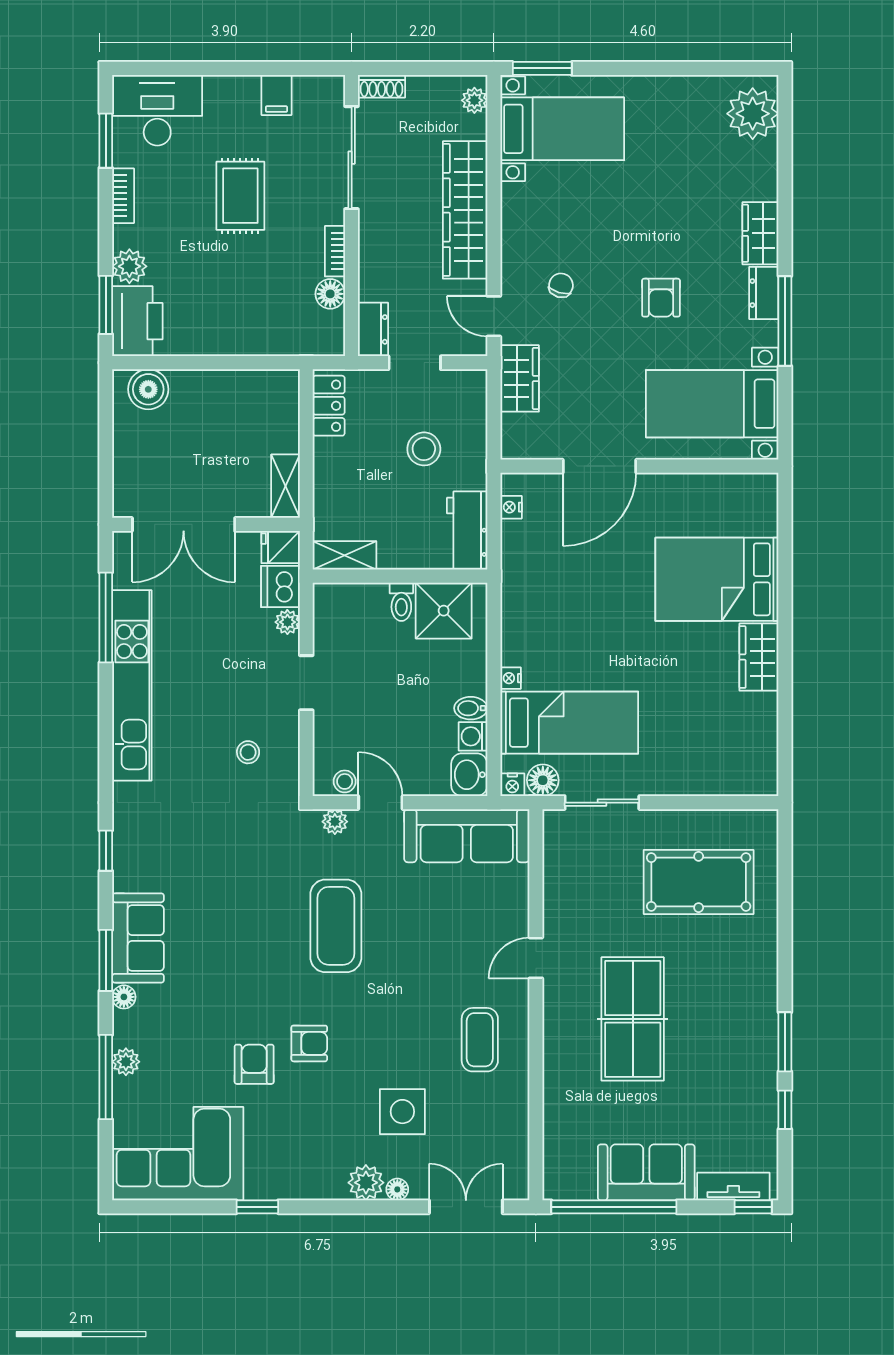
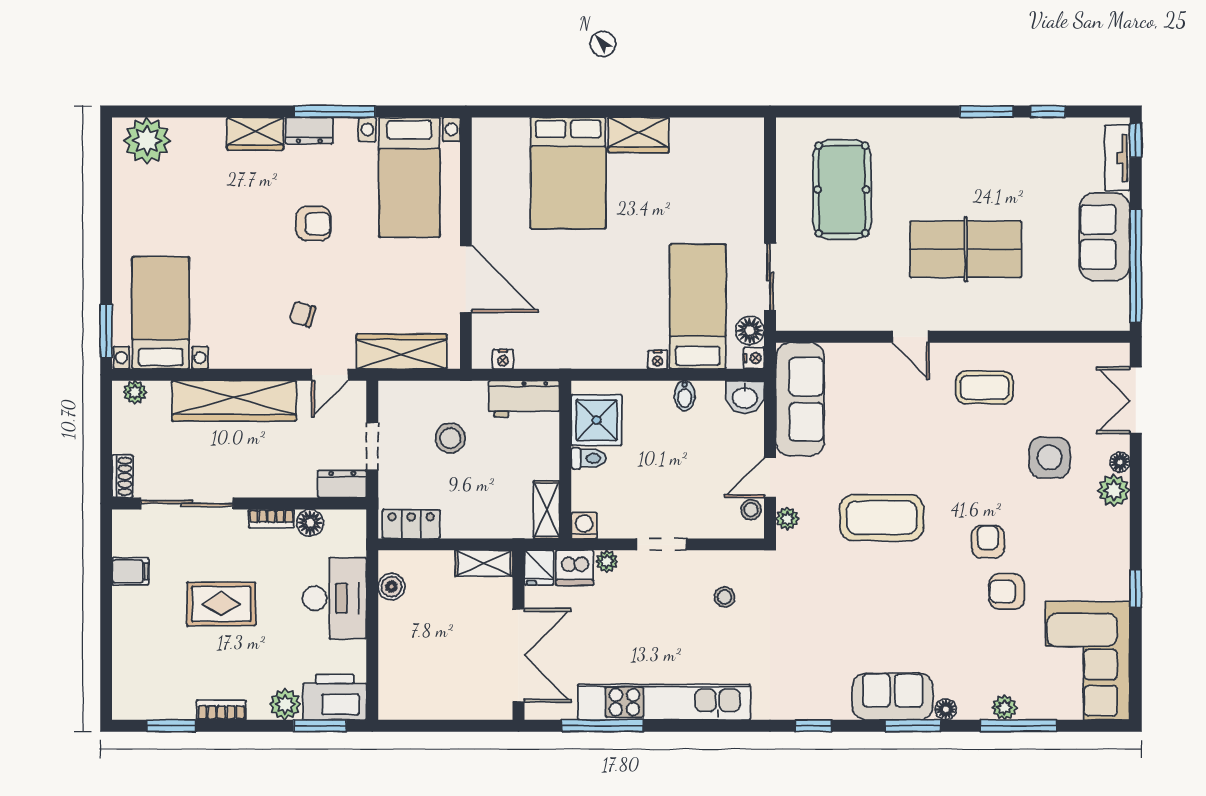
desk: (157, 110) -> (334, 598), moved, turned 180
wardrobe: (520, 378) -> (402, 351), width x1.50
boiler: (148, 389) -> (391, 587), moved, width x0.73, depth x0.73
washing machine: (473, 736) -> (584, 526), moved, turned 180

